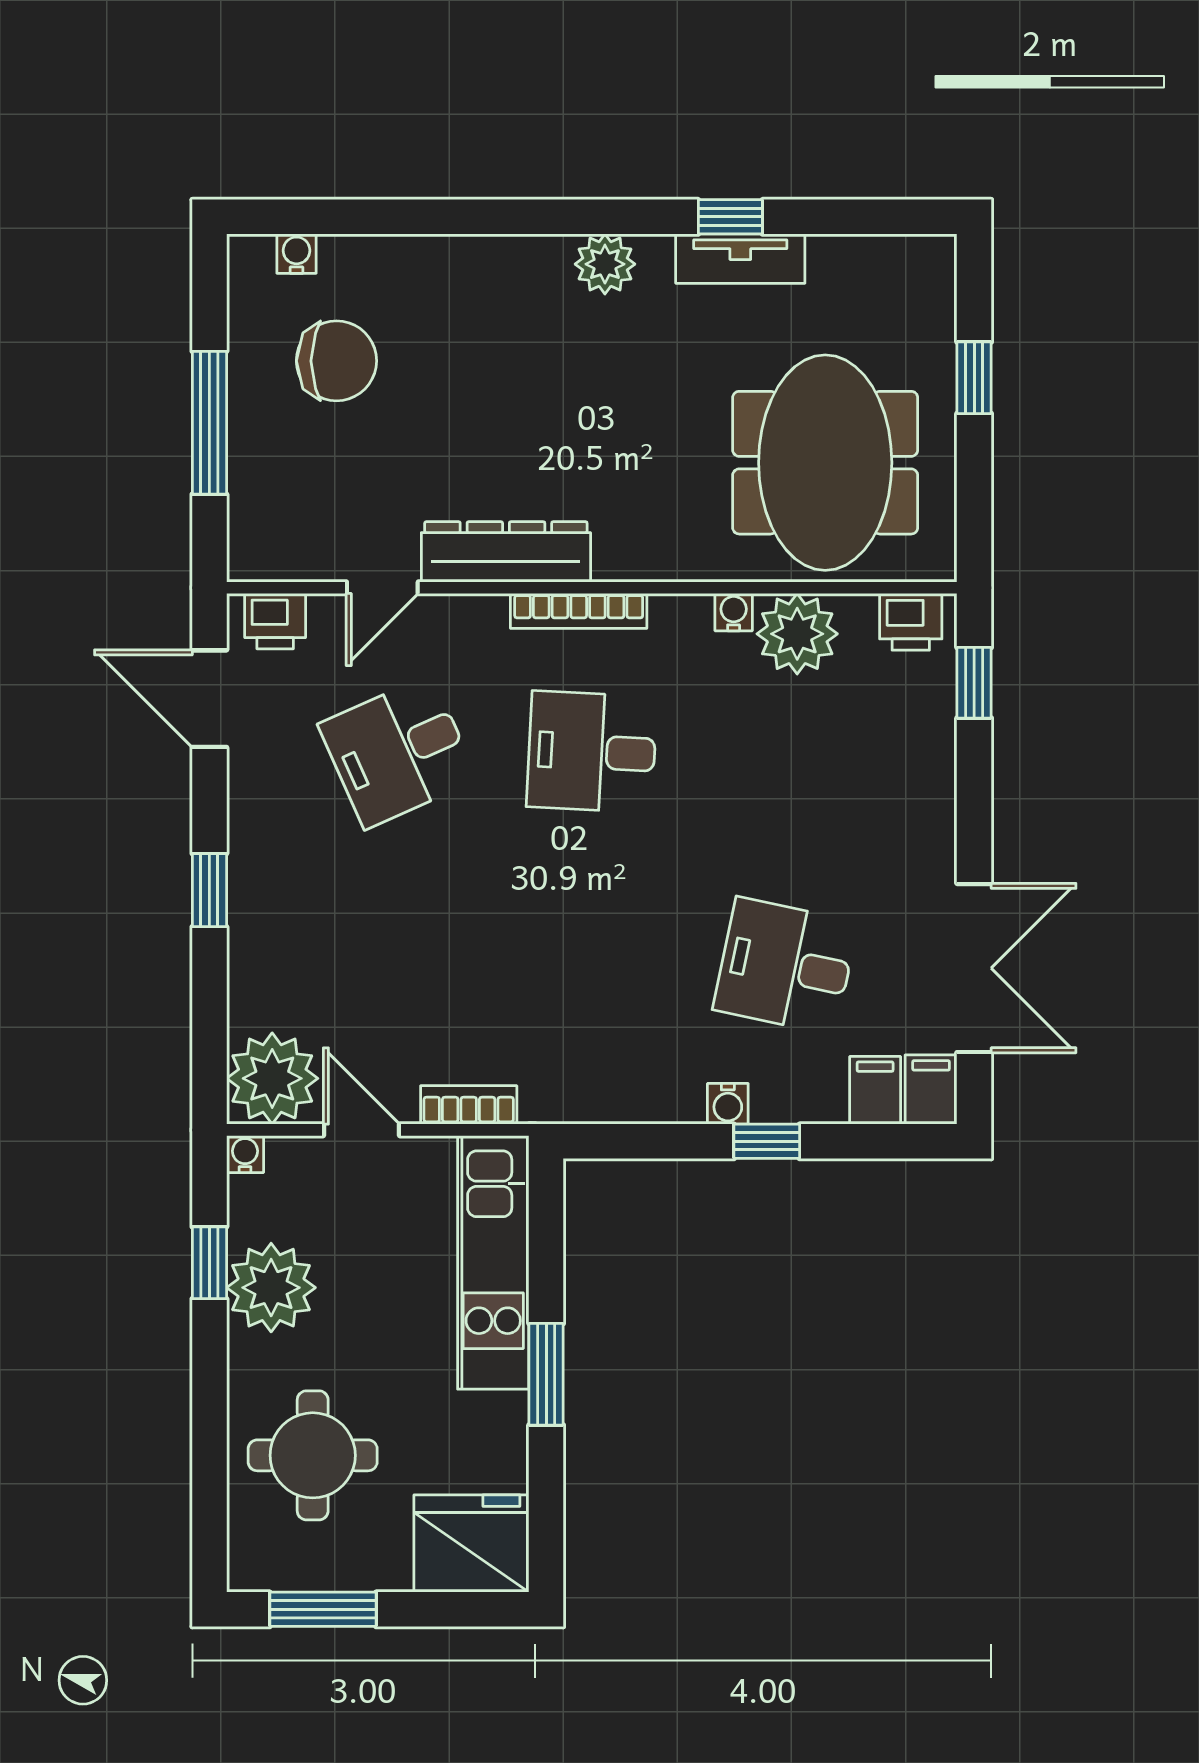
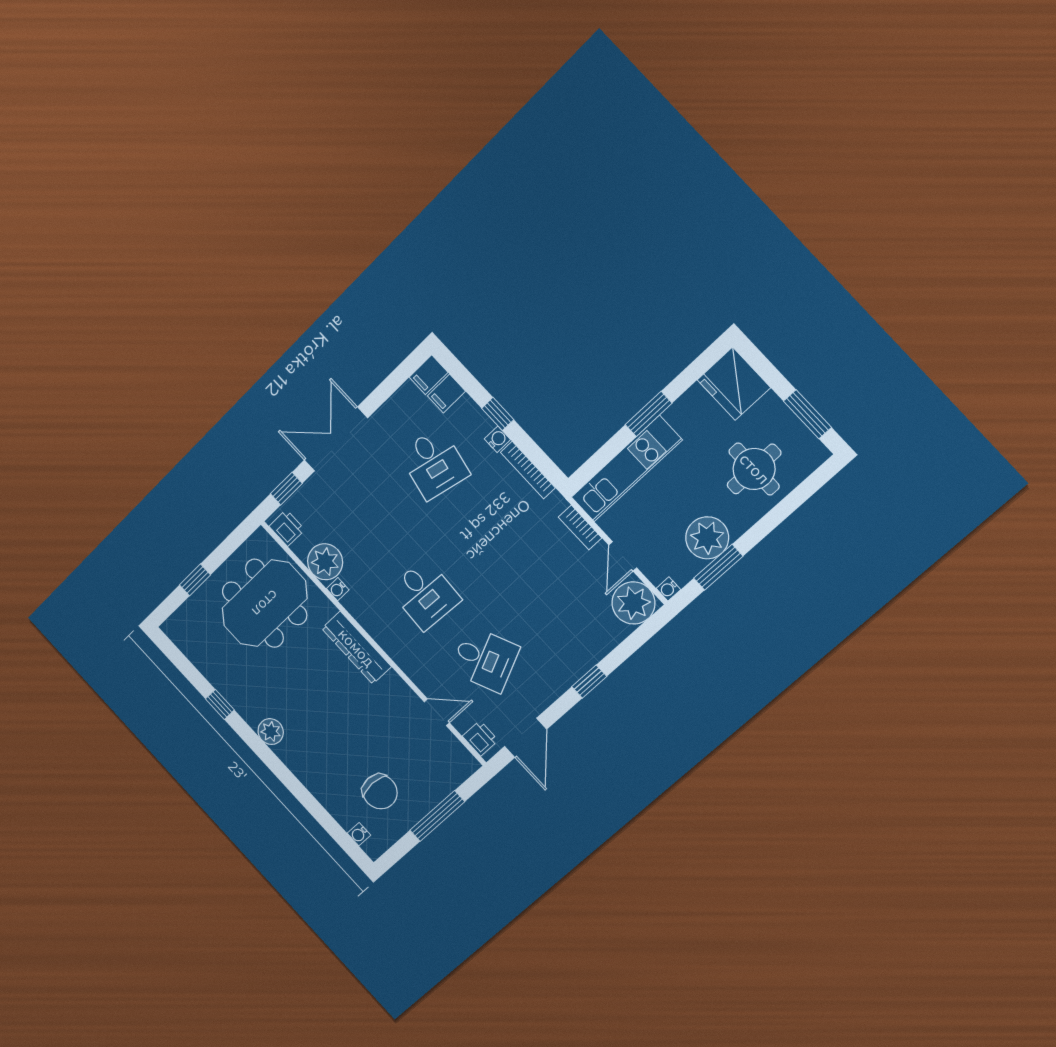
tv unit: (740, 259) -> (229, 689), removed
chair: (337, 361) -> (380, 792), turned 180
dresser: (506, 552) -> (356, 648), moved
bookcase: (579, 611) -> (528, 470), moved, turned 180
double door: (974, 968) -> (336, 439), moved
window: (209, 1263) -> (718, 567), width x1.50

